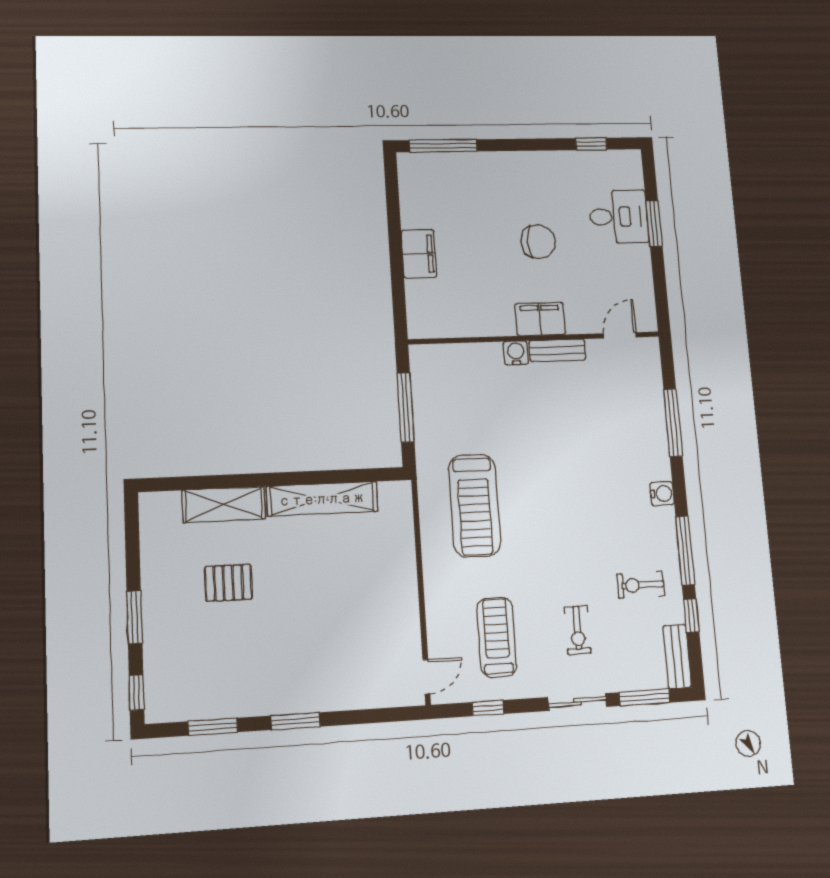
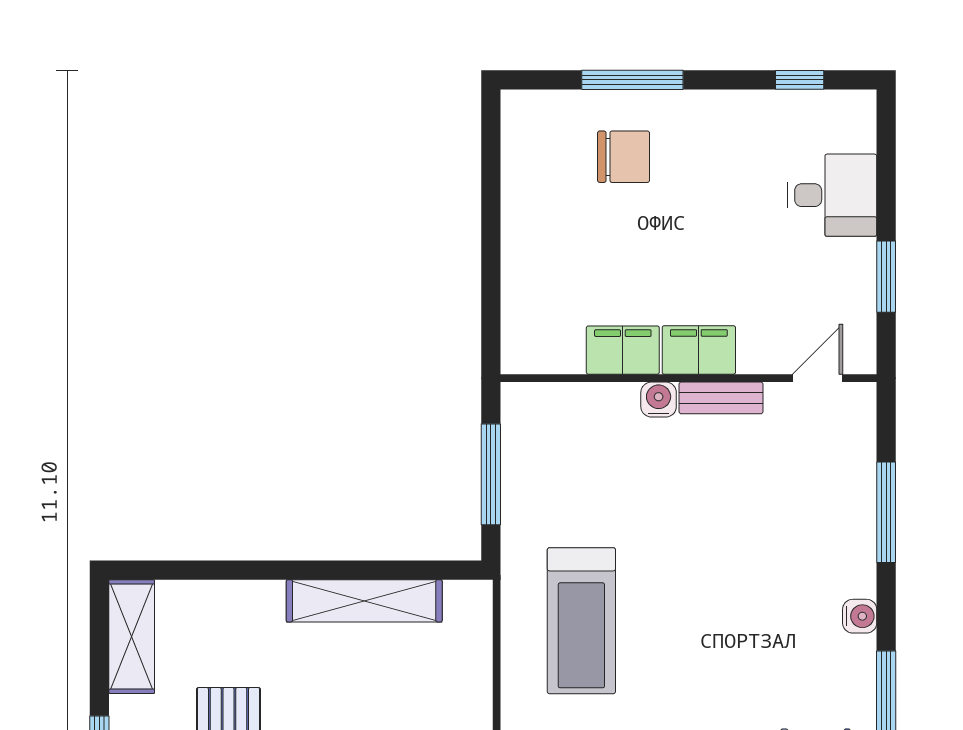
window: (443, 146) -> (632, 80), moved
window: (654, 224) -> (886, 277), moved
chair: (538, 242) -> (623, 157), moved
filing cabinet: (419, 254) -> (623, 350), moved, turned -90
shelving: (224, 505) -> (132, 637), moved, turned 90

